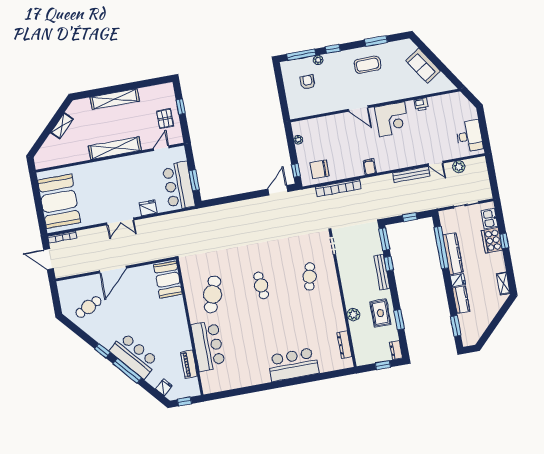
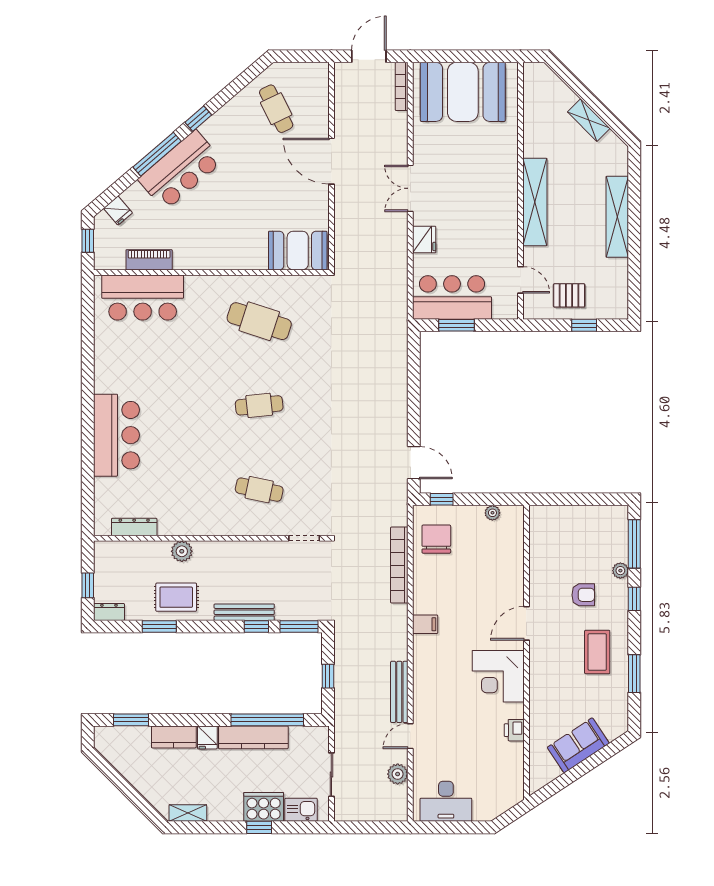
armchair: (308, 82) -> (583, 595), moved
bar counter: (208, 346) -> (143, 298), moved

